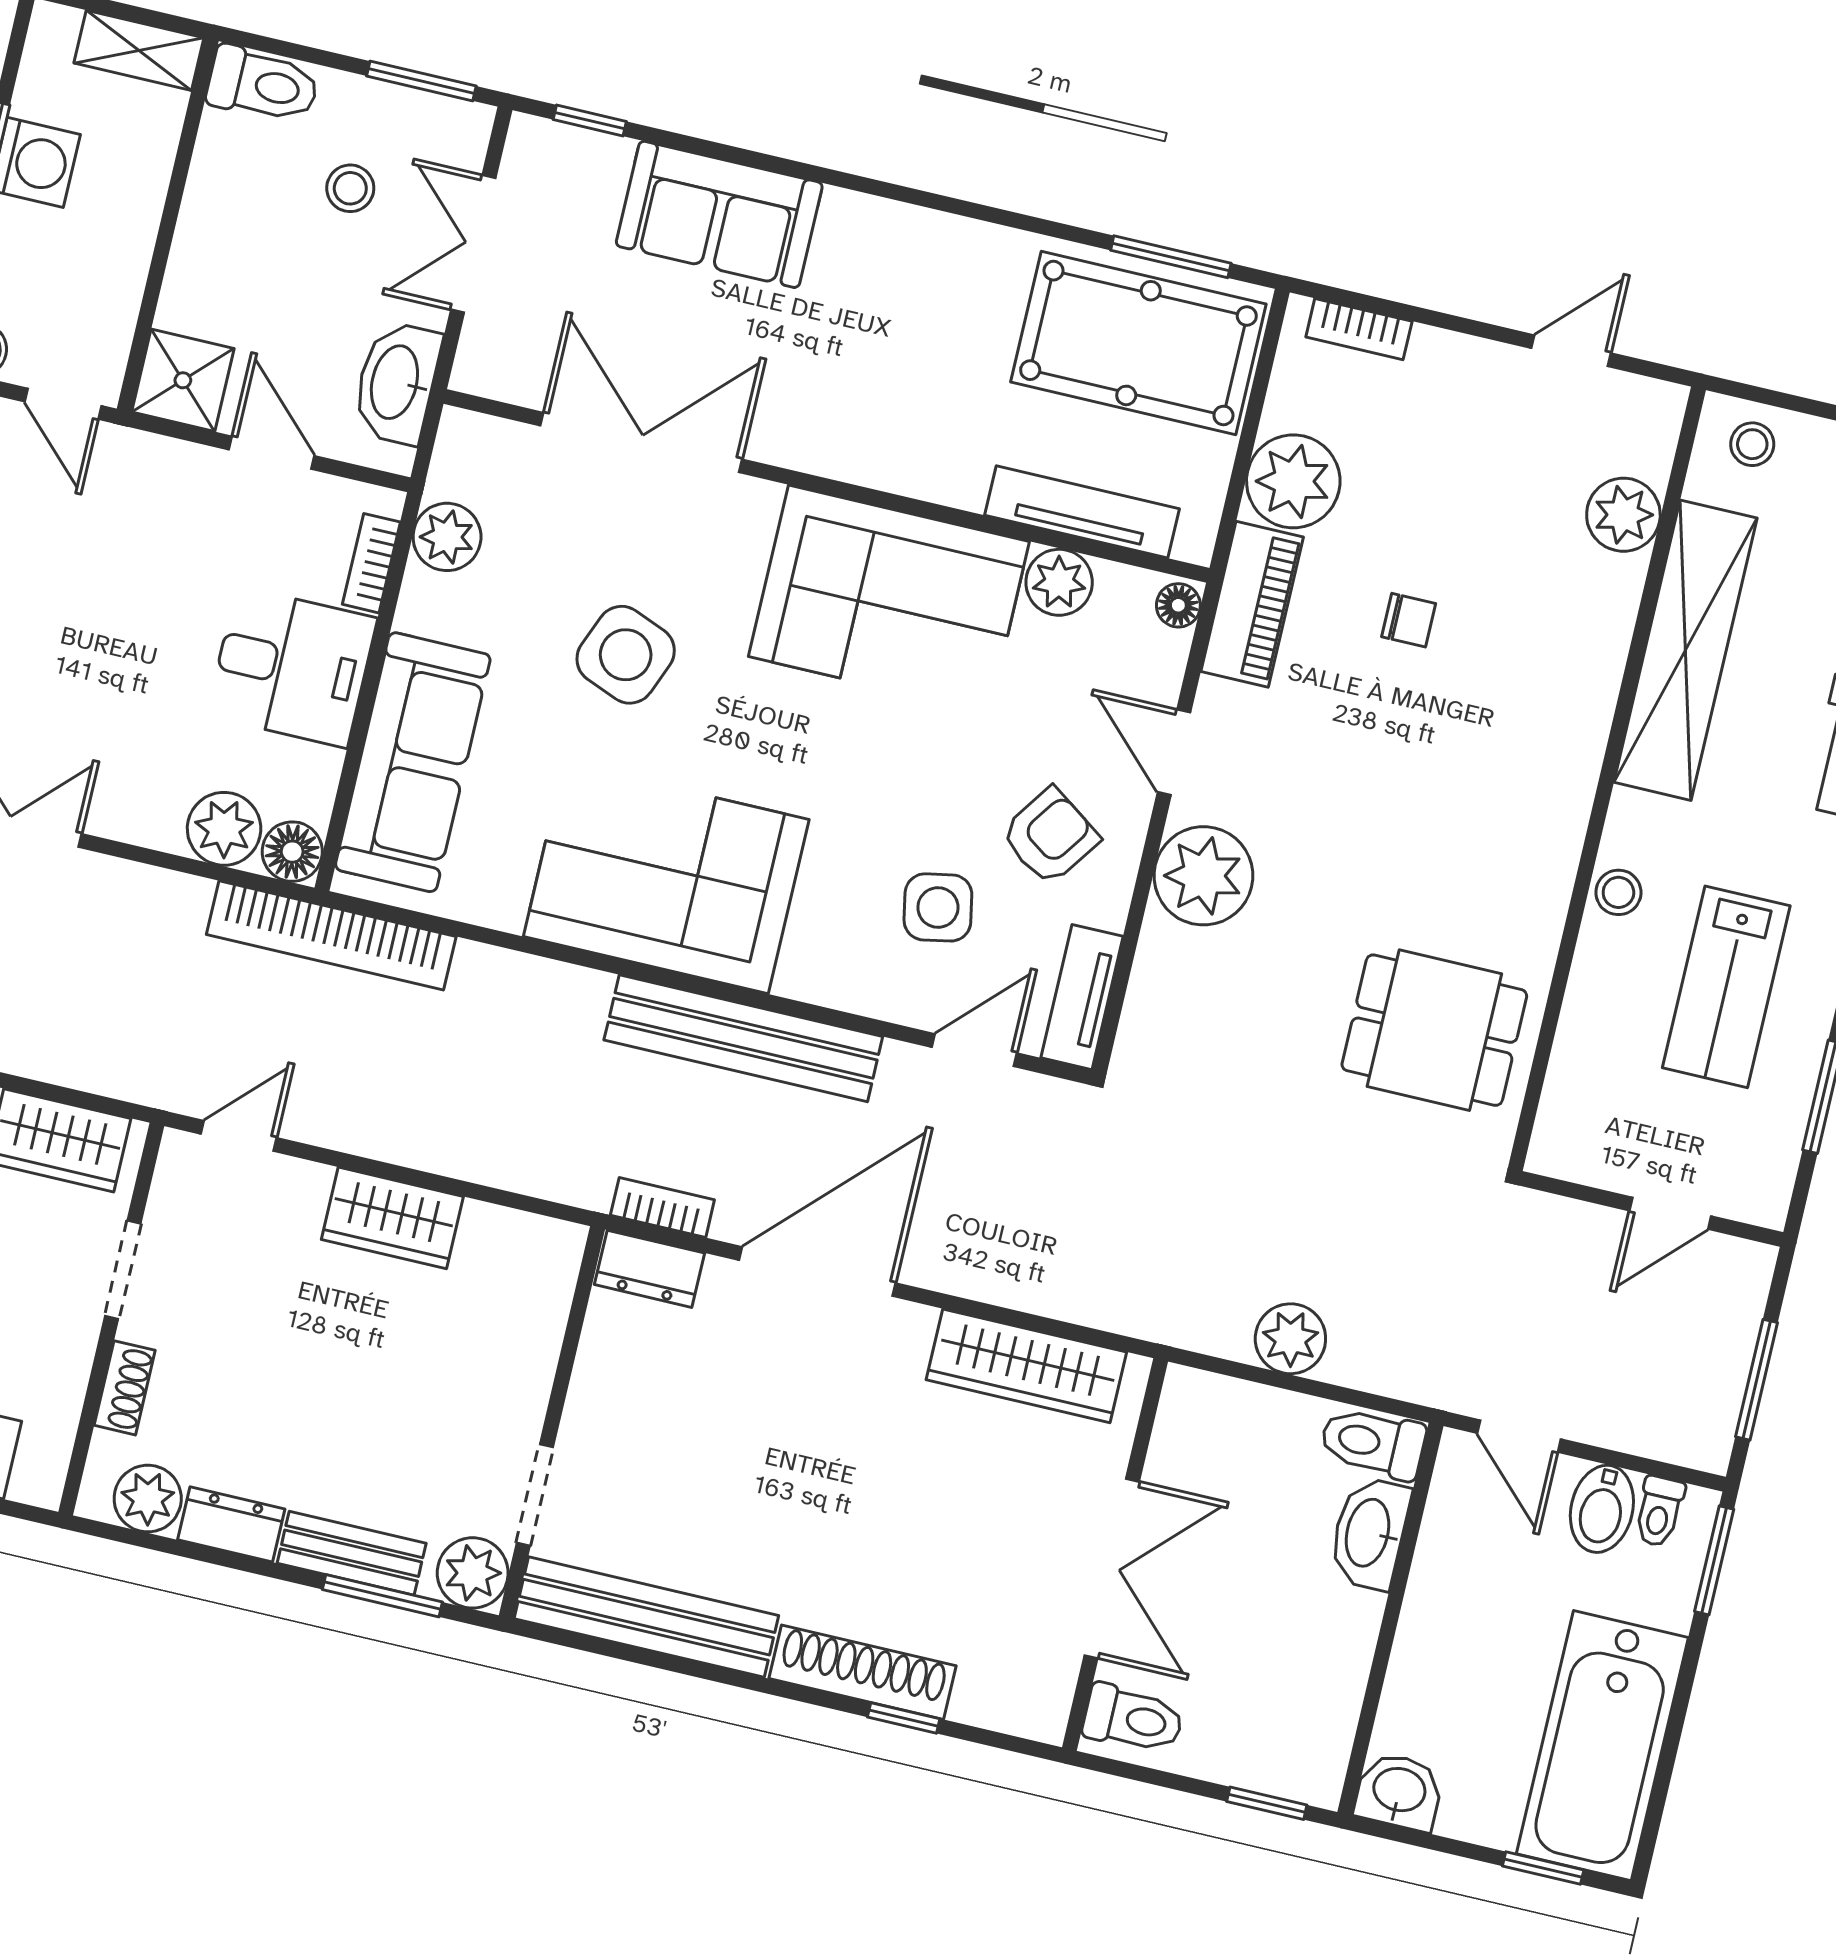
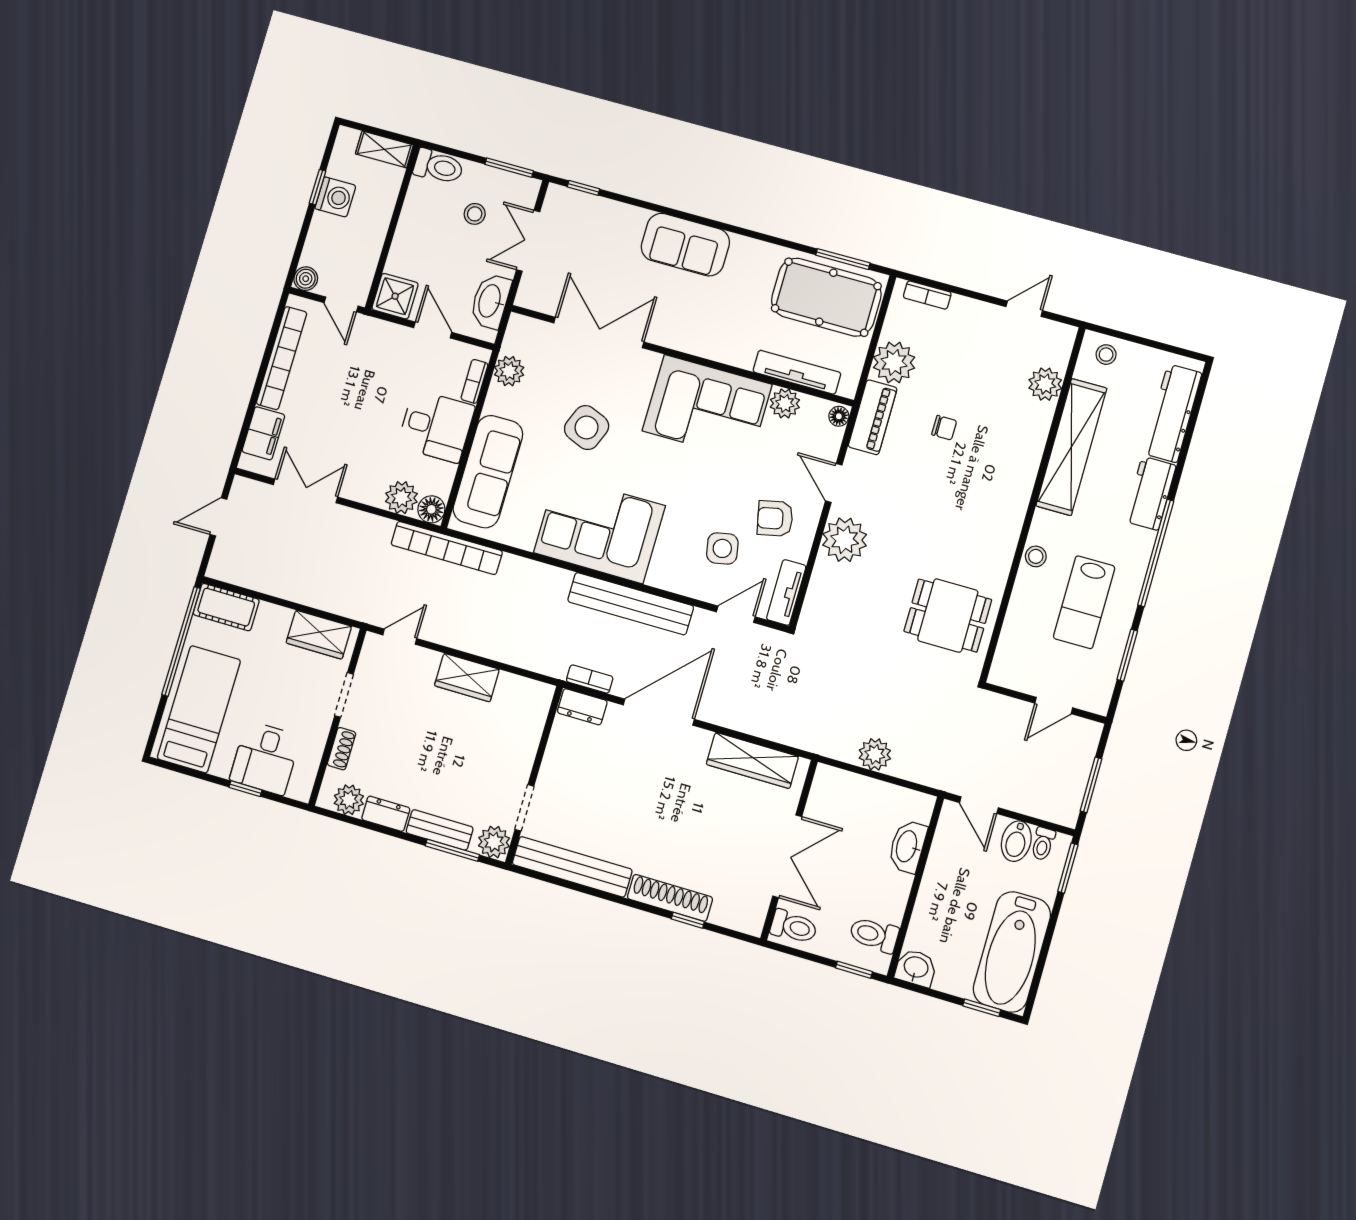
sofa: (719, 214) -> (685, 245), moved
armchair: (1050, 836) -> (775, 518), turned -137
toilet: (1373, 1443) -> (874, 935), moved

